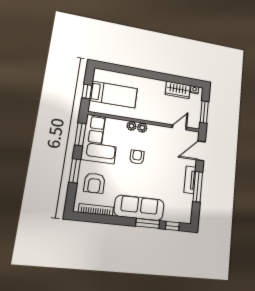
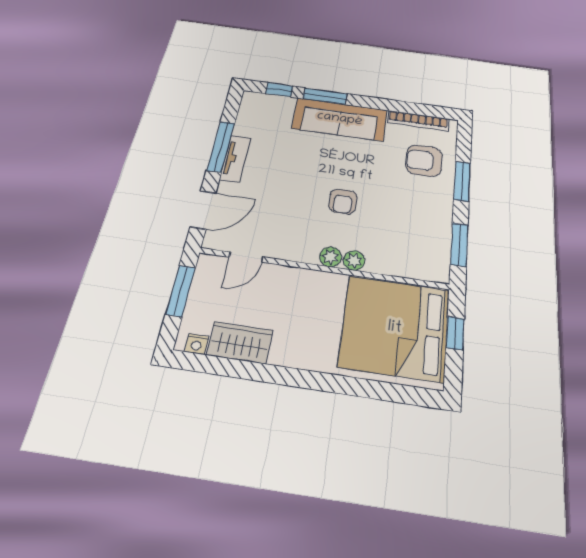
bed: (114, 95) -> (395, 328), width x2.04
corner sofa: (101, 139) -> (418, 236), removed
armchair: (94, 183) -> (424, 161), turned -91

